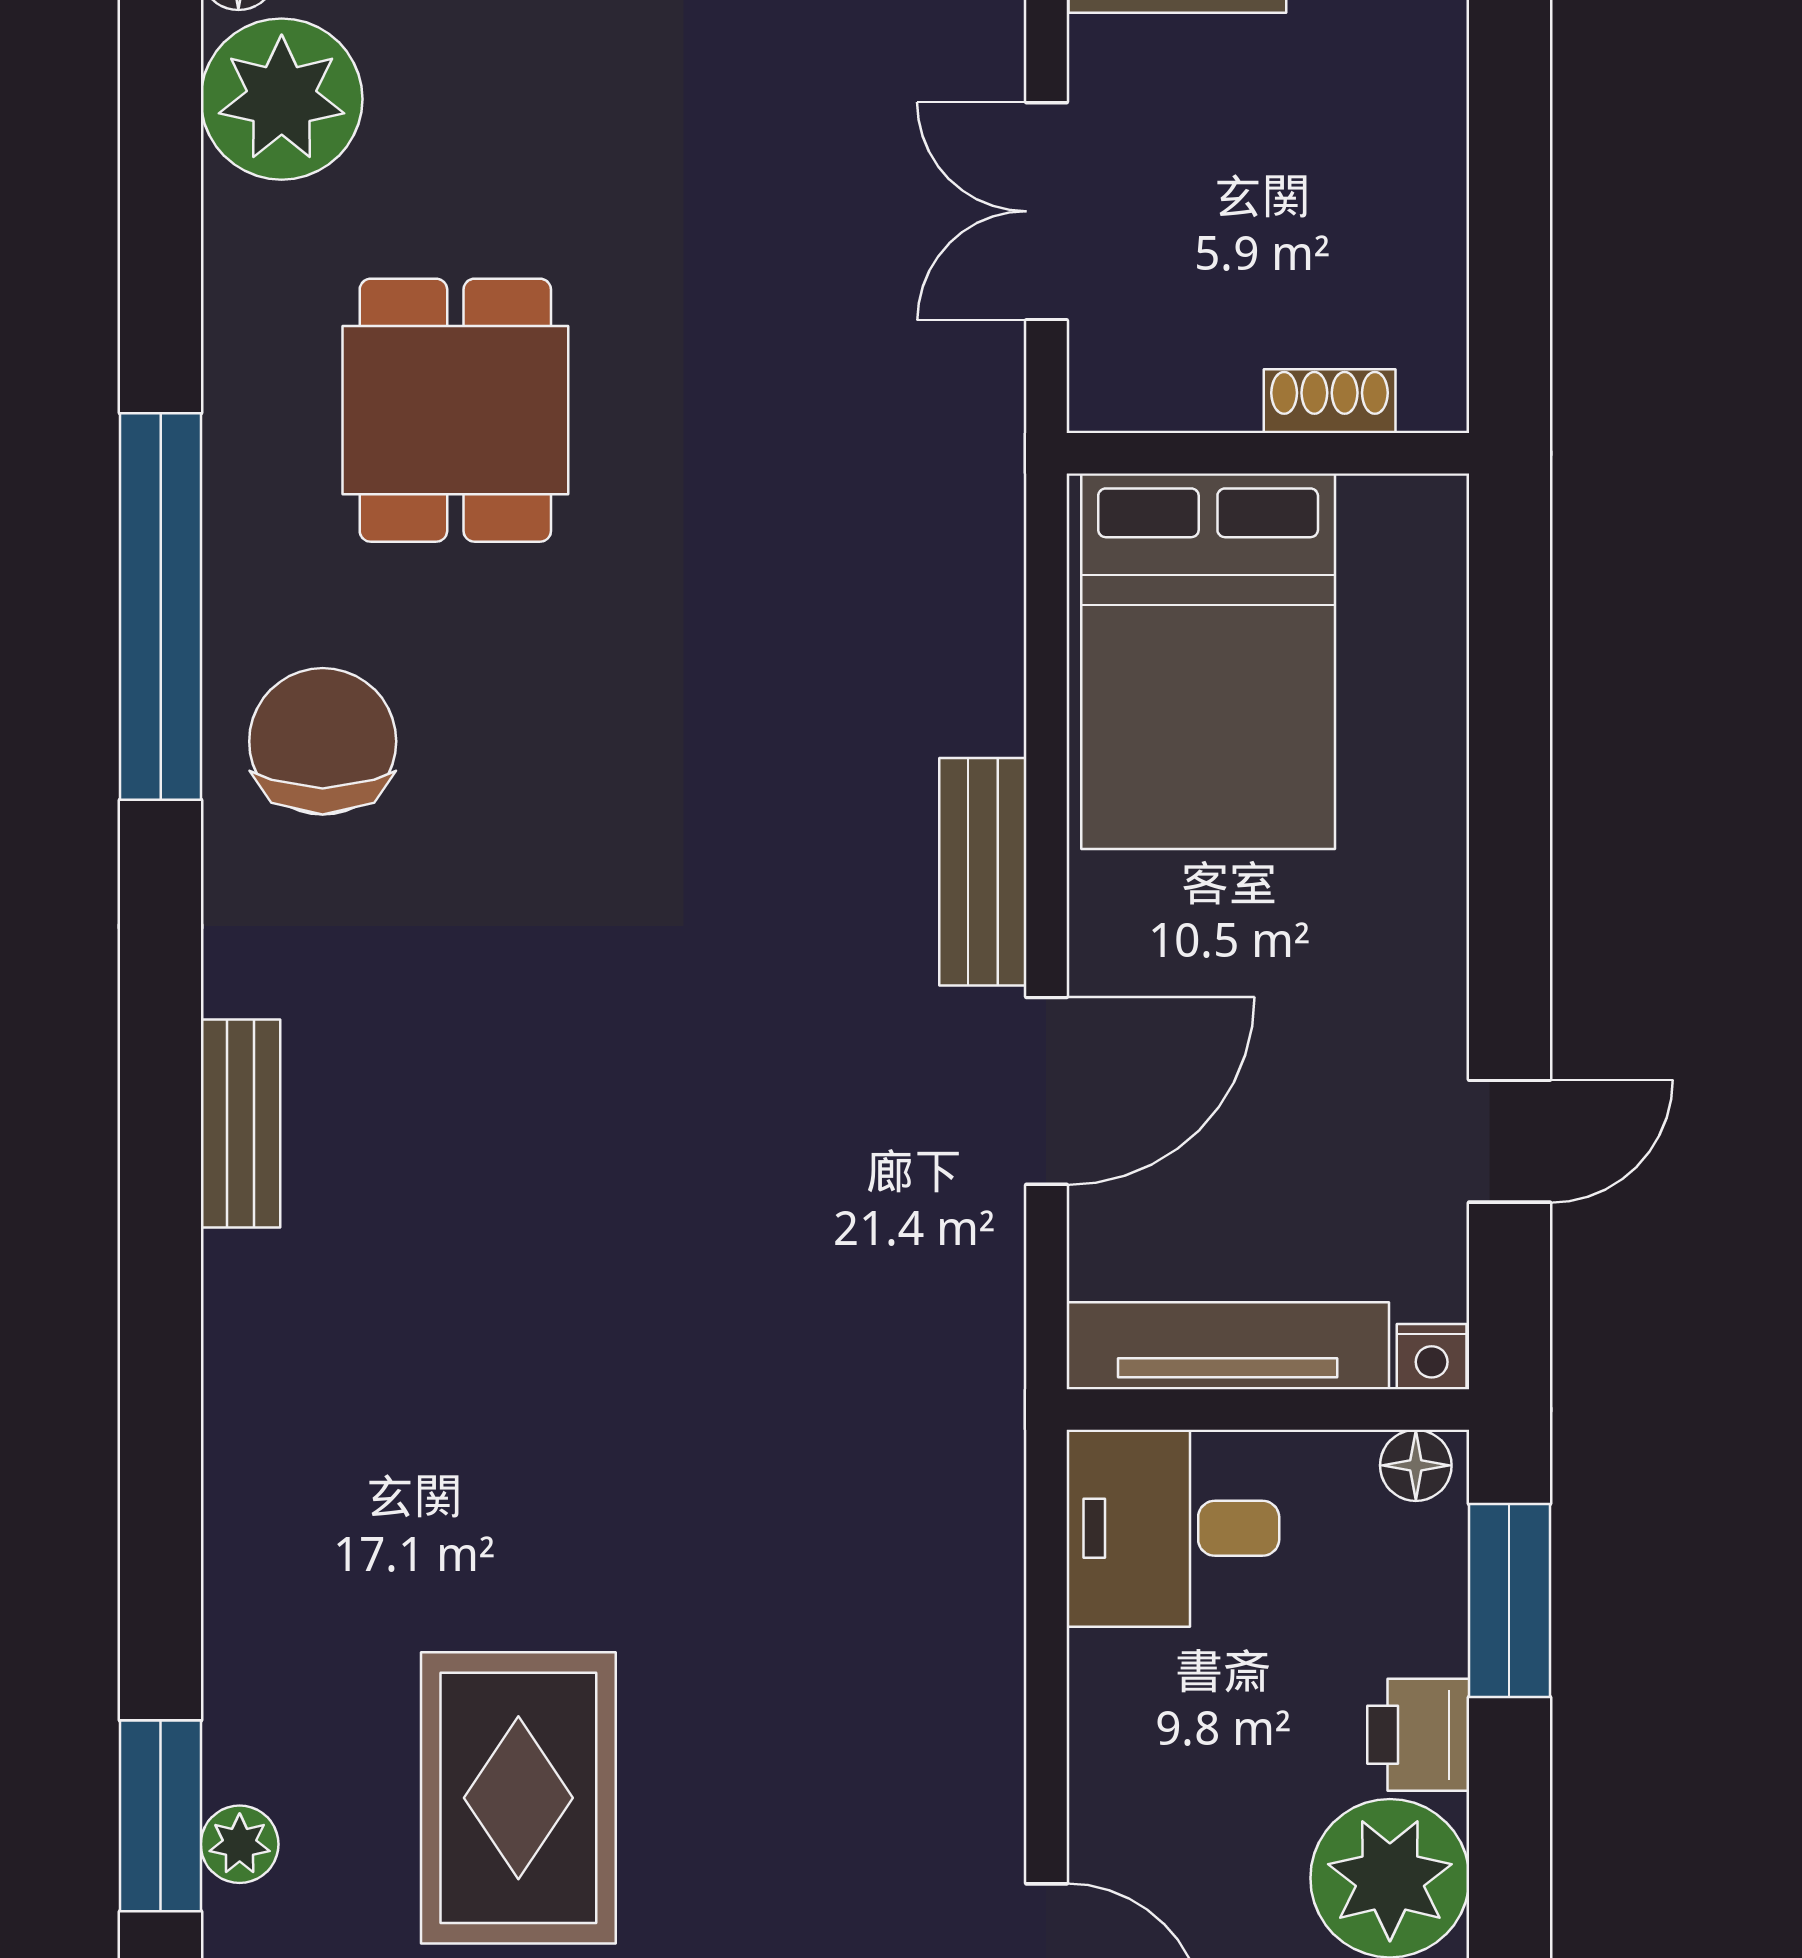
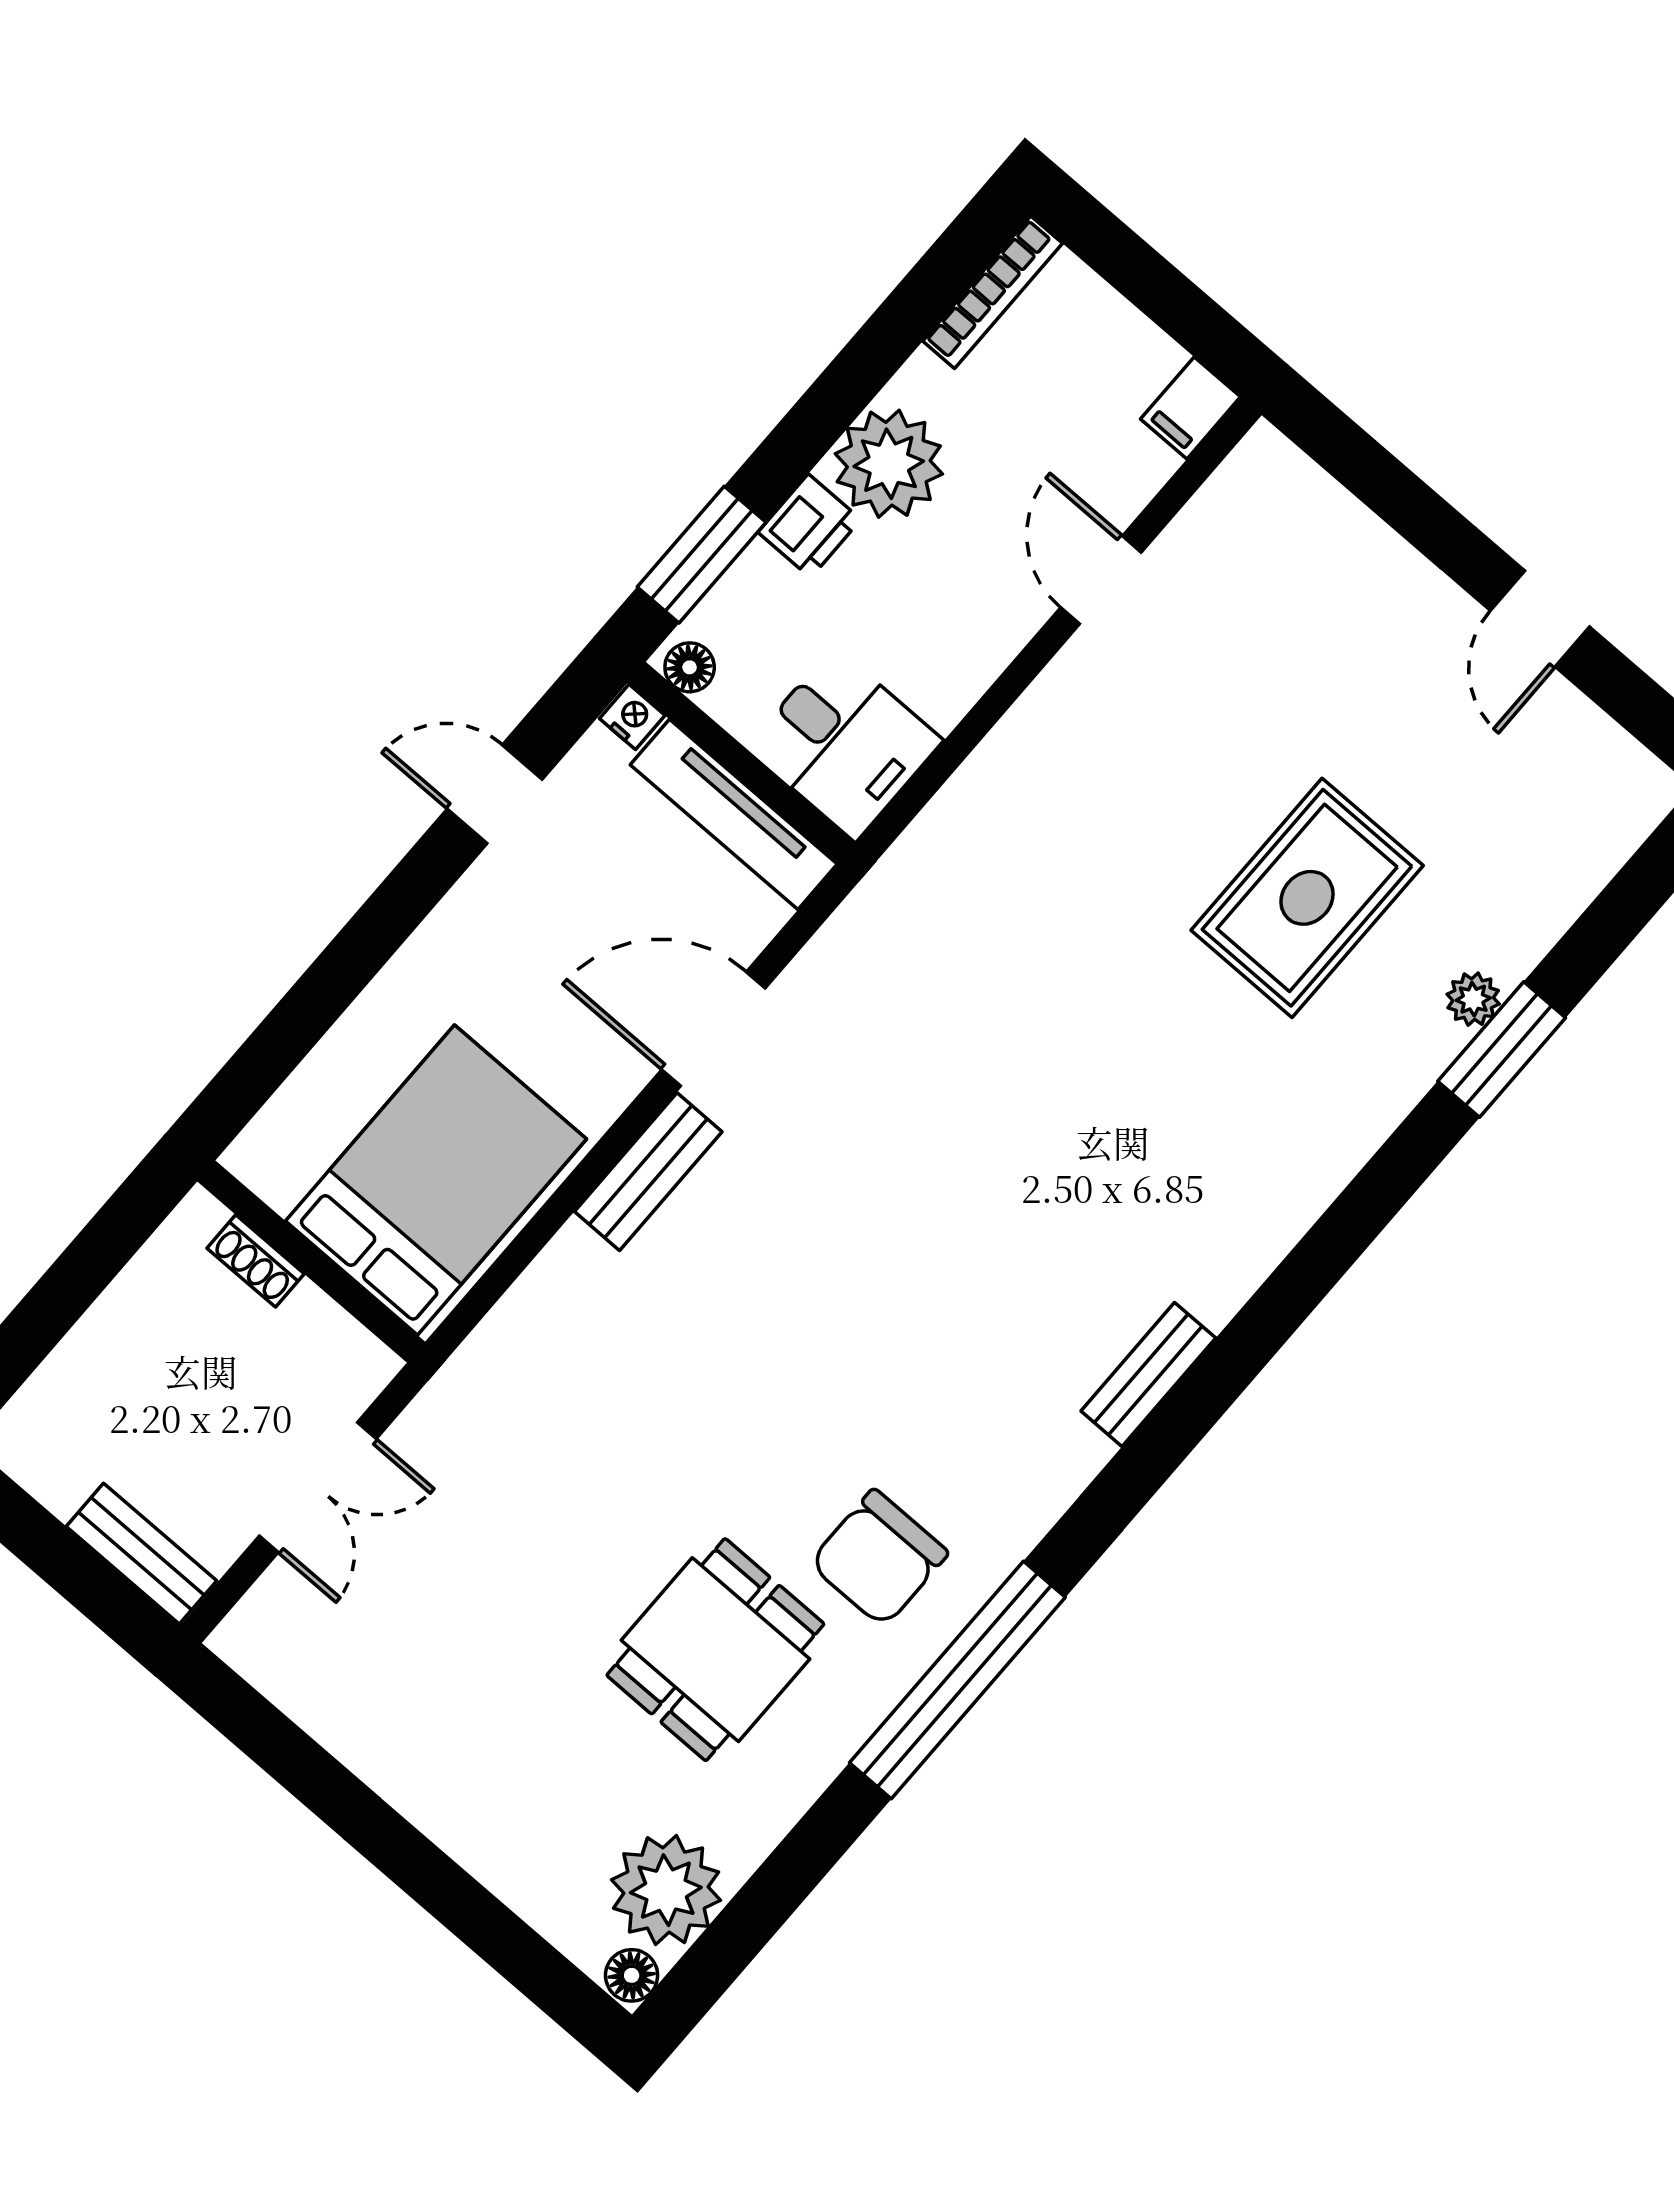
chair: (323, 741) -> (879, 1558), moved

